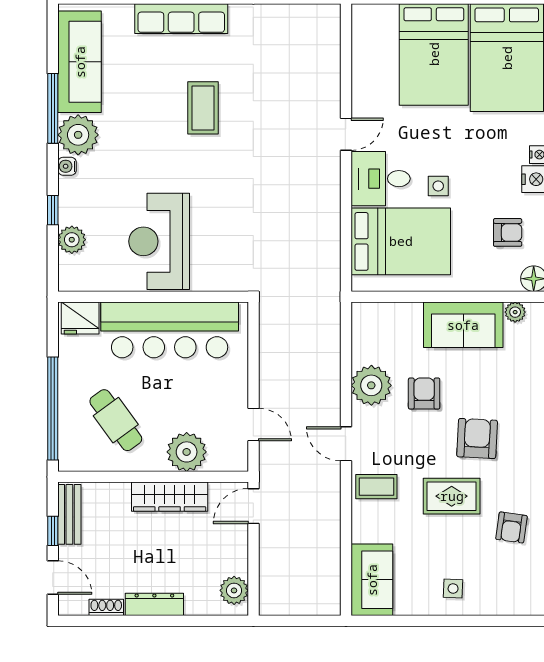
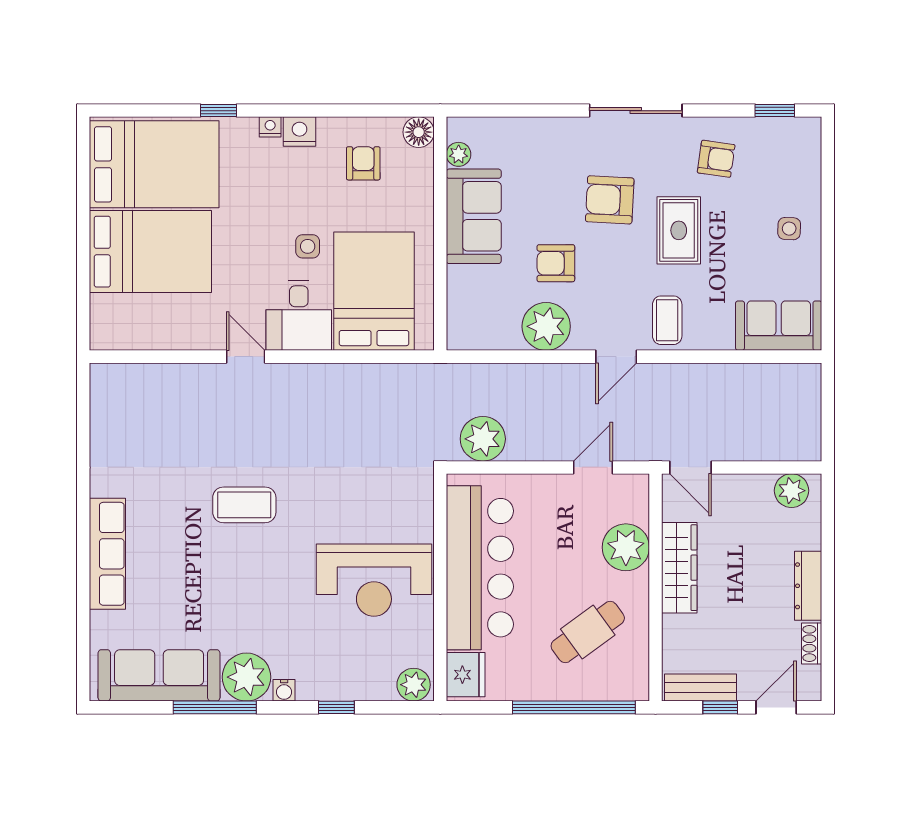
coffee table: (203, 108) -> (244, 505), moved
plant: (72, 240) -> (414, 685), moved
plant: (277, 332) -> (483, 439), added

